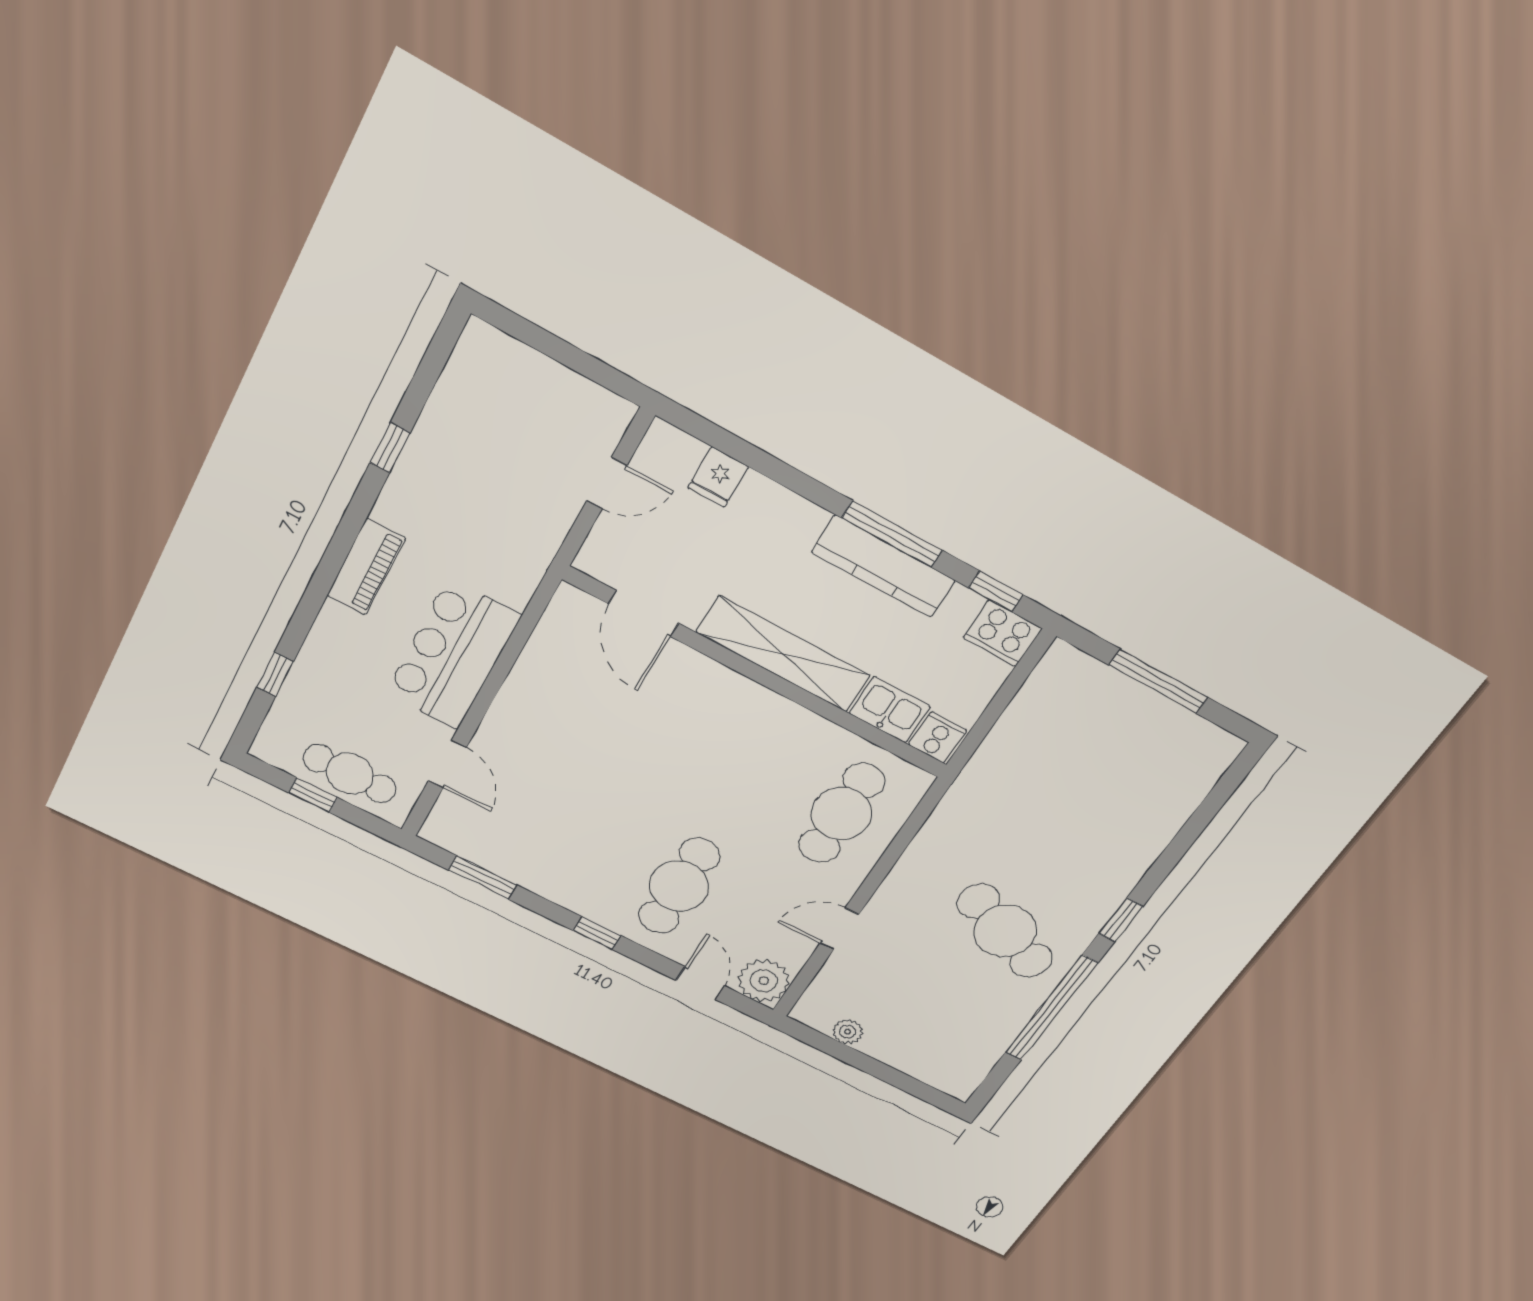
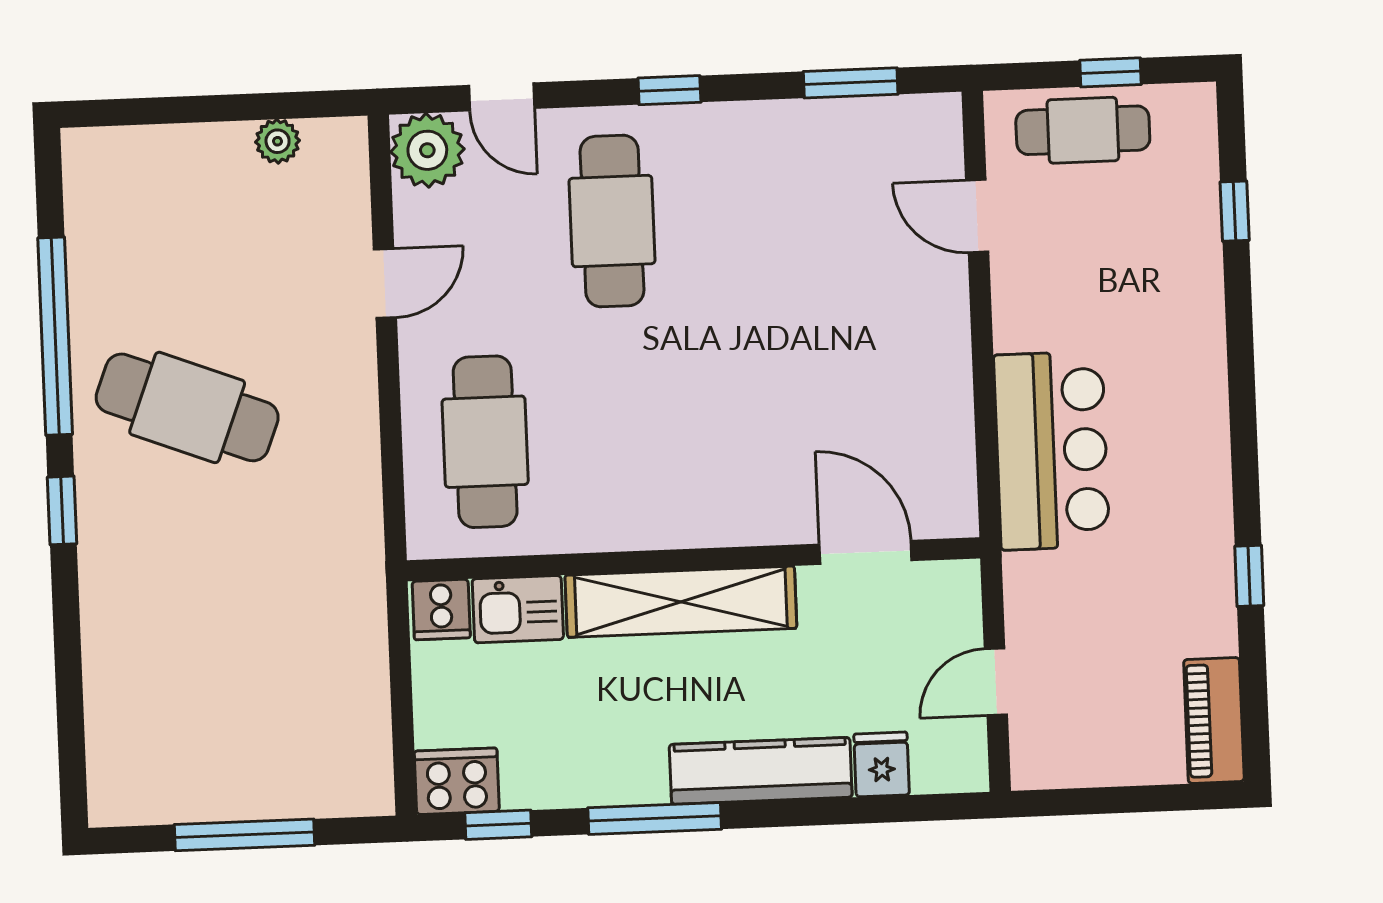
kitchen counter: (883, 566) -> (761, 771), moved
piano: (366, 567) -> (1214, 720), moved
bar counter: (453, 654) -> (1052, 451), moved

